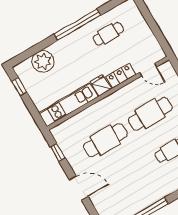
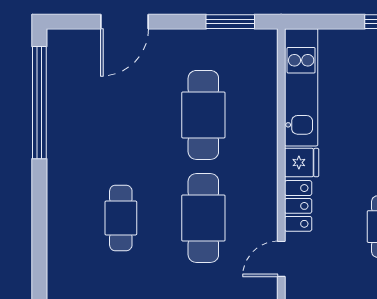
window: (58, 152) -> (230, 22), width x1.50
door: (79, 188) -> (124, 22), moved

